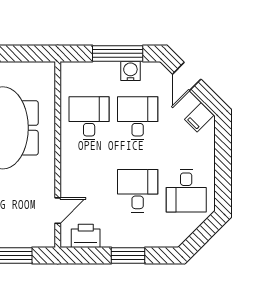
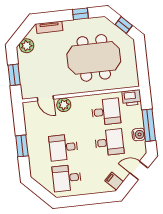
plant: (71, 183) -> (64, 105), added
desk: (138, 191) -> (63, 147), turned 180
printer: (86, 236) -> (132, 98), moved, turned 90

